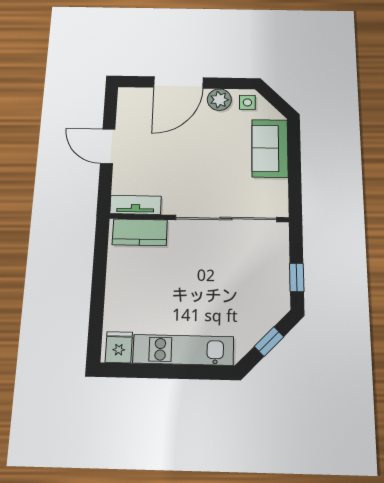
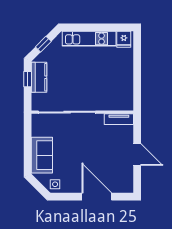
door: (178, 82) -> (97, 197), hinge flipped
plant: (219, 100) -> (72, 186), removed
kitchen counter: (140, 232) -> (39, 77), moved, turned 90

